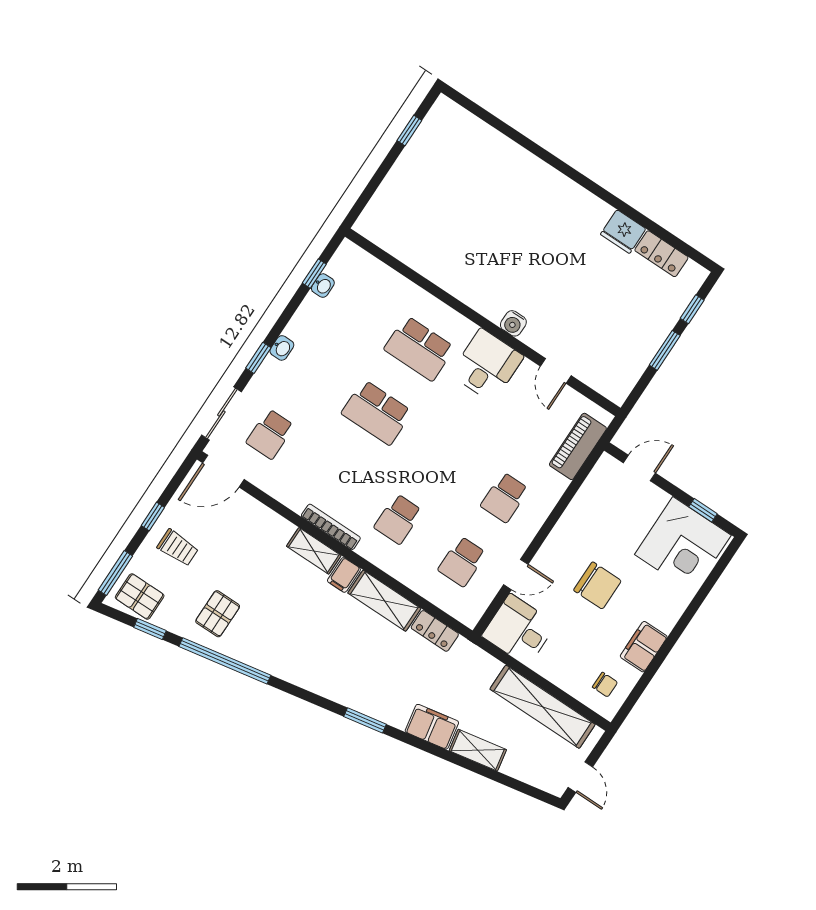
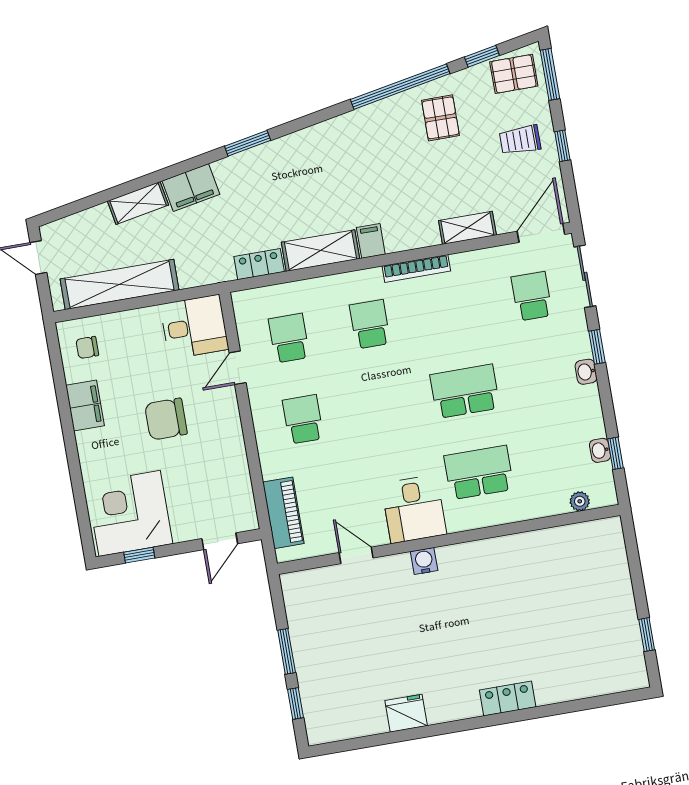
locker: (661, 254) -> (508, 699), moved
plant: (369, 264) -> (580, 501), added
shelving: (314, 551) -> (467, 228), moved

